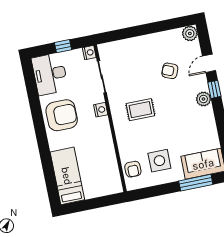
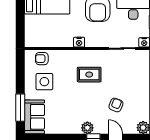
nightstand: (101, 110) -> (79, 42), moved
rug: (140, 110) -> (89, 75), turned 90

